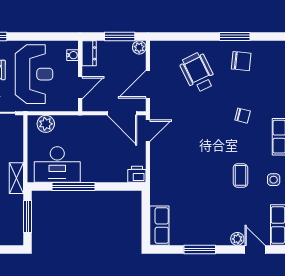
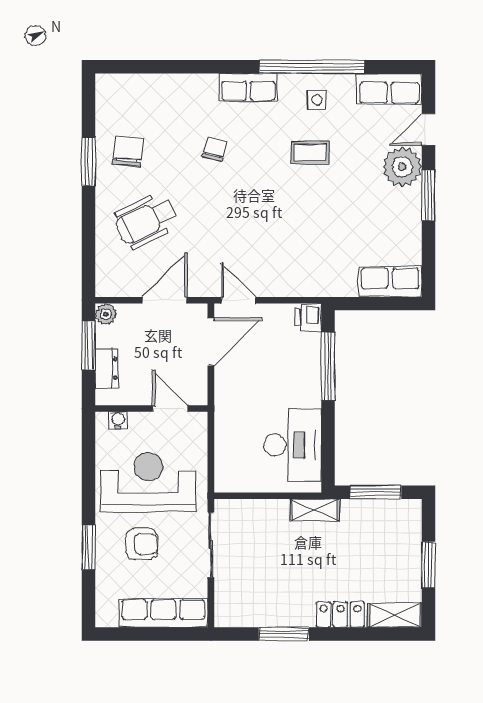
dresser: (89, 53) -> (106, 368), moved, turned 90
door: (148, 84) -> (165, 300), swing flipped
plant: (46, 124) -> (228, 463), removed
window: (74, 187) -> (328, 366), moved
plant: (237, 239) -> (402, 167), width x1.88, depth x1.88
window: (200, 250) -> (428, 195), moved

